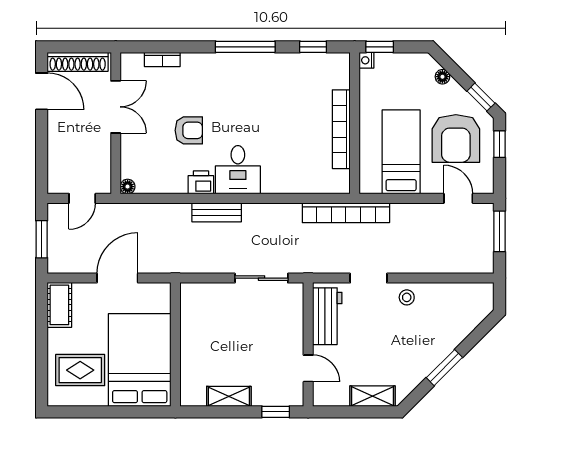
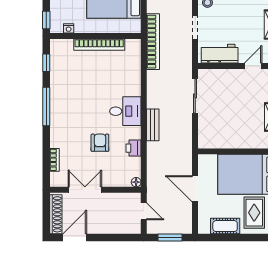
nightstand: (366, 60) -> (69, 28), moved
printer: (201, 182) -> (134, 148), moved
cot: (59, 305) -> (225, 226), moved

